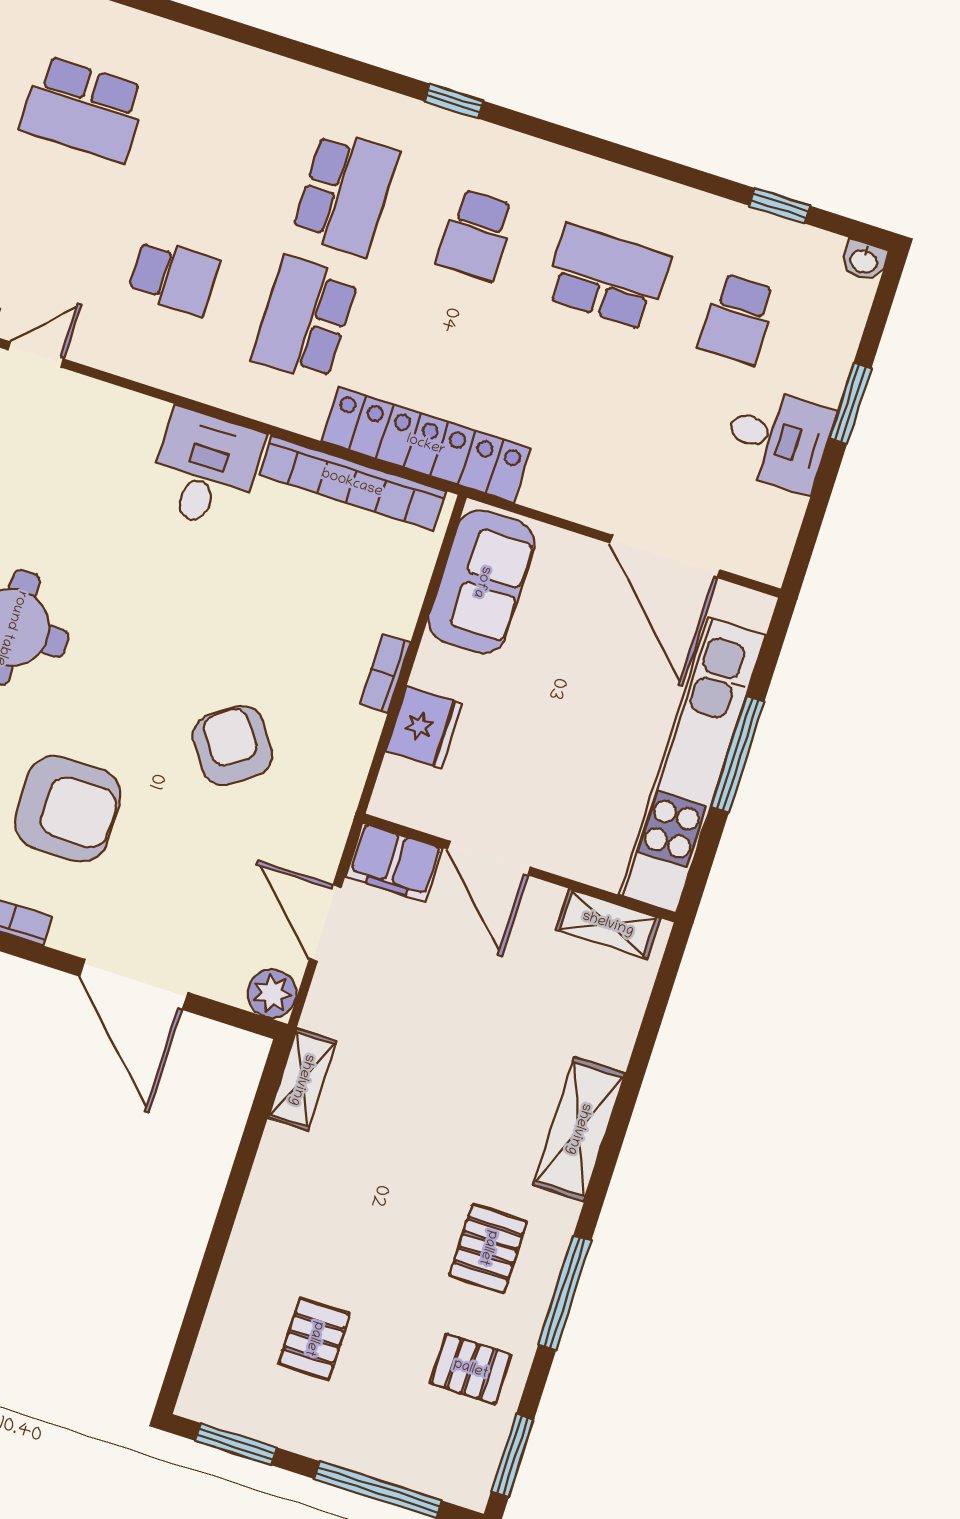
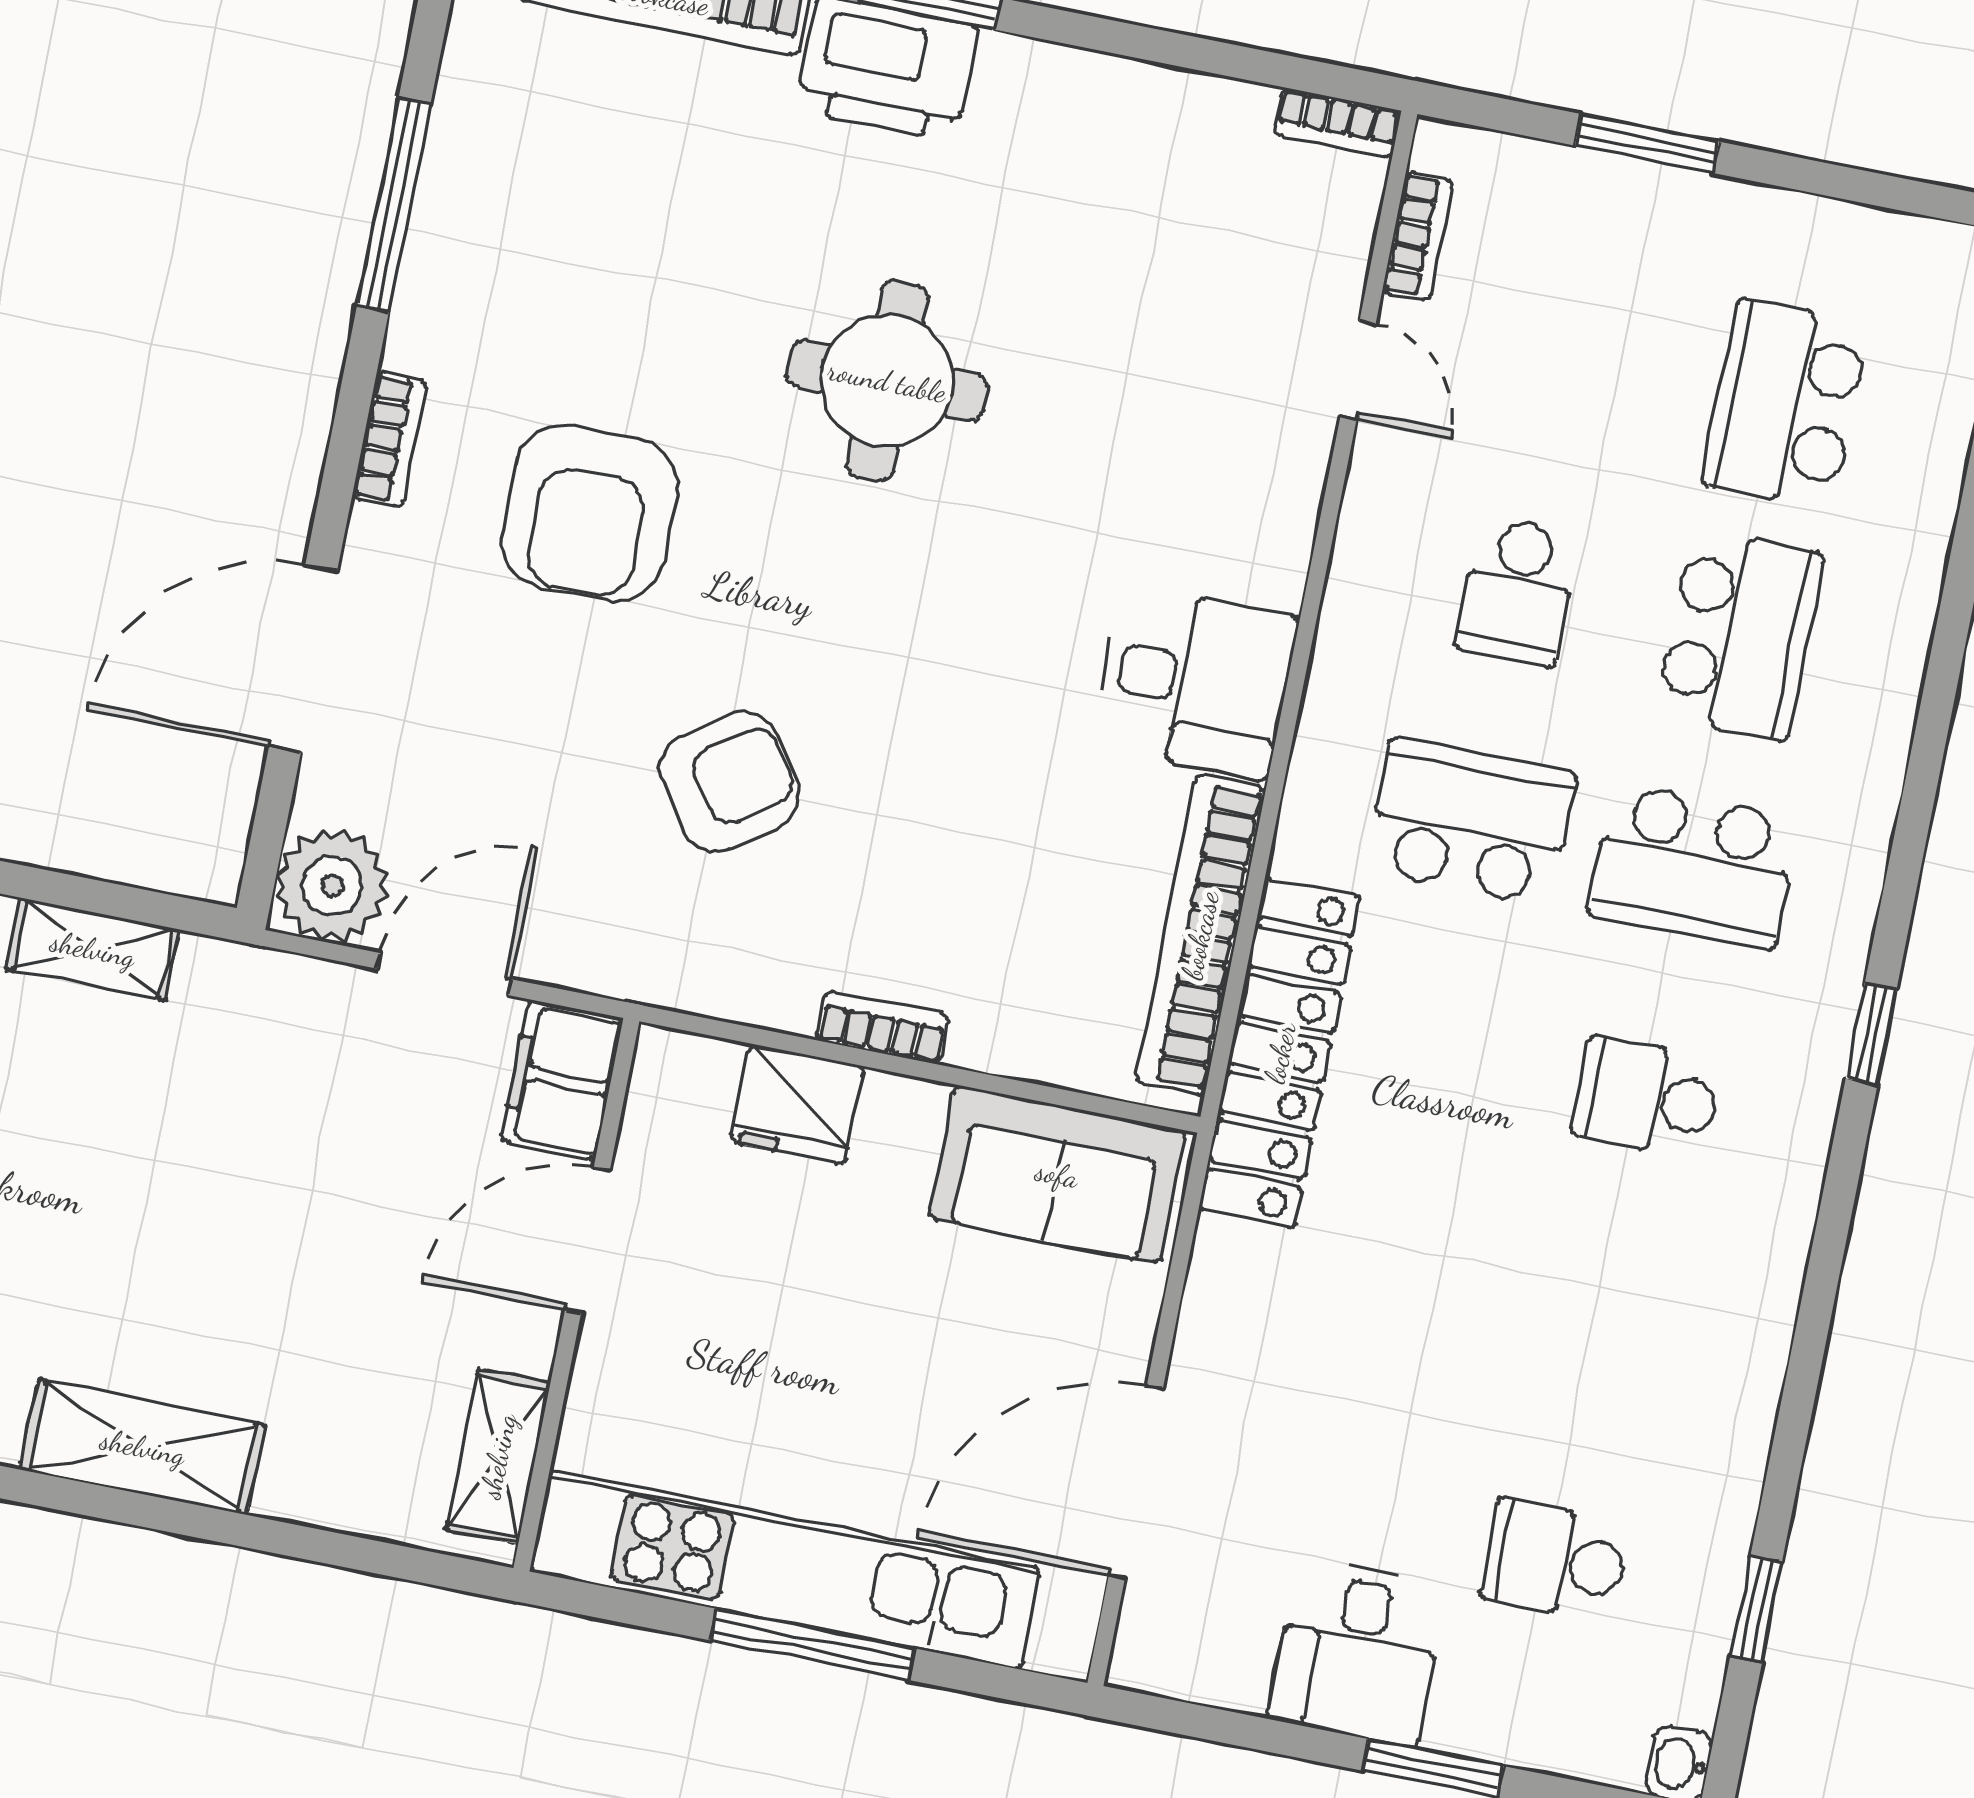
school desk: (607, 277) -> (1740, 635), moved
plant: (272, 994) -> (332, 885), width x1.36, depth x1.36
shelving: (302, 1080) -> (93, 949), moved

